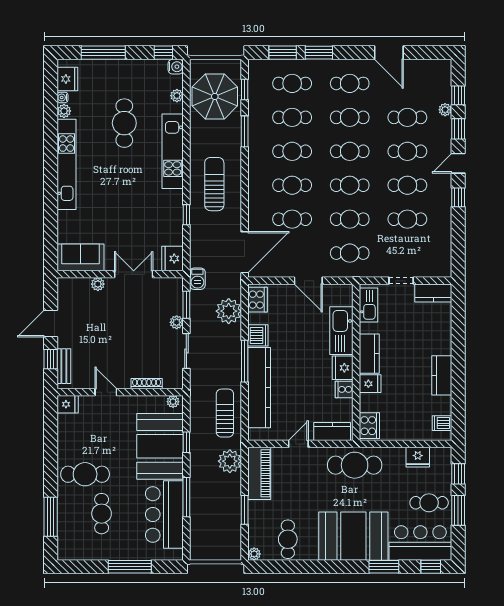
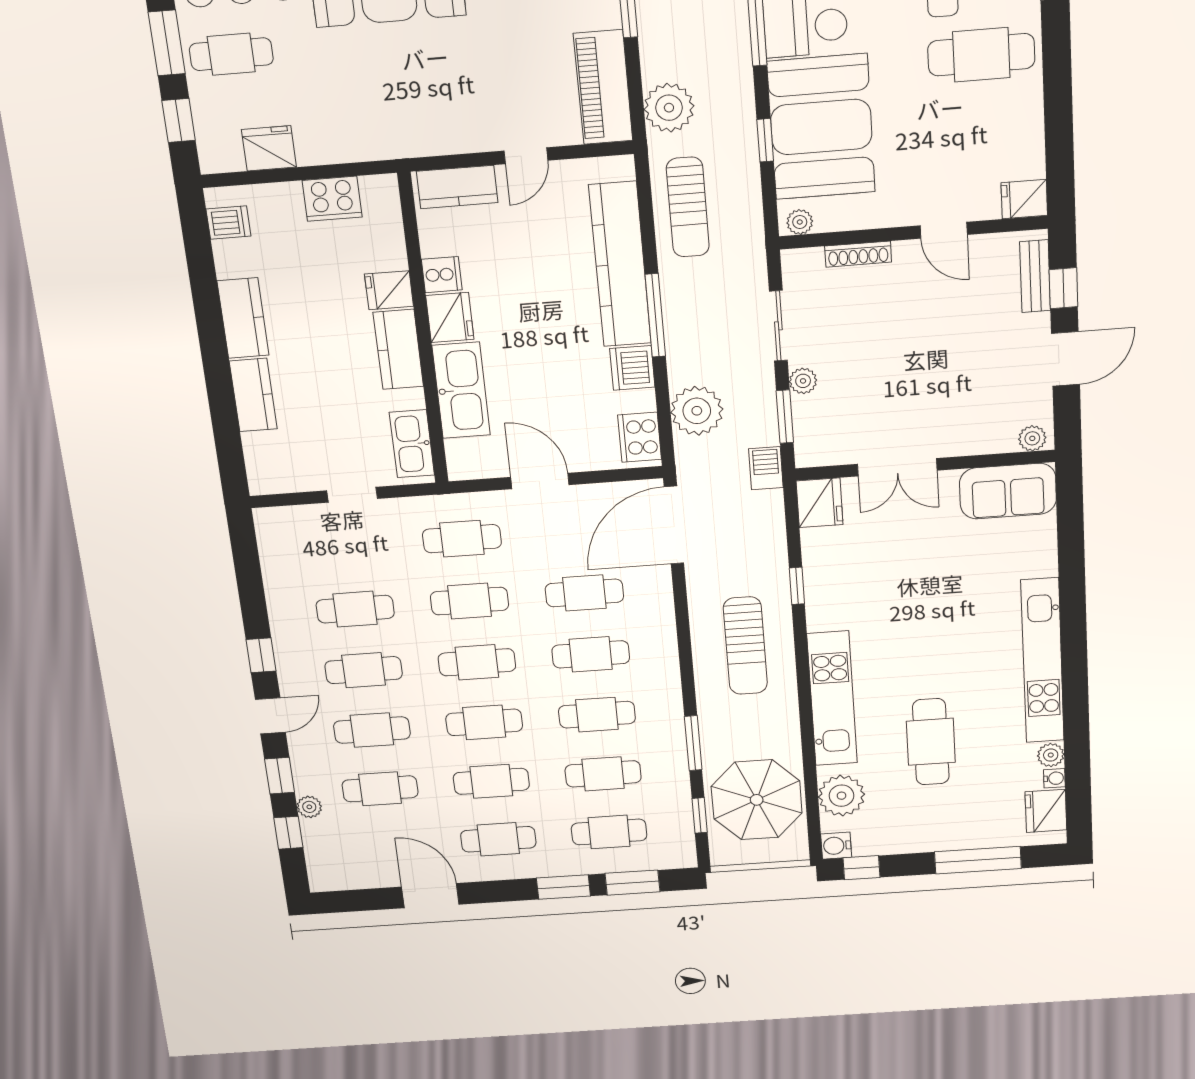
plant: (177, 96) -> (841, 796), width x1.88, depth x1.88
plant: (98, 284) -> (1032, 438), moved
kitchen counter: (433, 293) -> (253, 395), moved, turned 90
cooker: (369, 426) -> (332, 199), moved, turned -90
cafe table: (355, 465) -> (401, 121), removed

